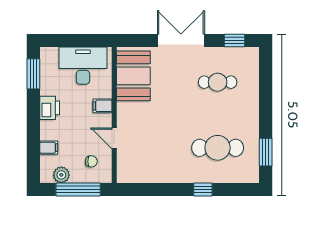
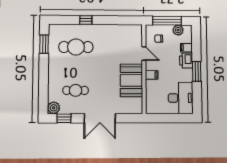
plant: (250, 56) -> (54, 108), added
desk: (83, 66) -> (181, 98), moved, turned -90
window: (33, 74) -> (197, 71), moved
booth: (133, 76) -> (131, 80), moved
printer: (50, 108) -> (186, 61), moved

